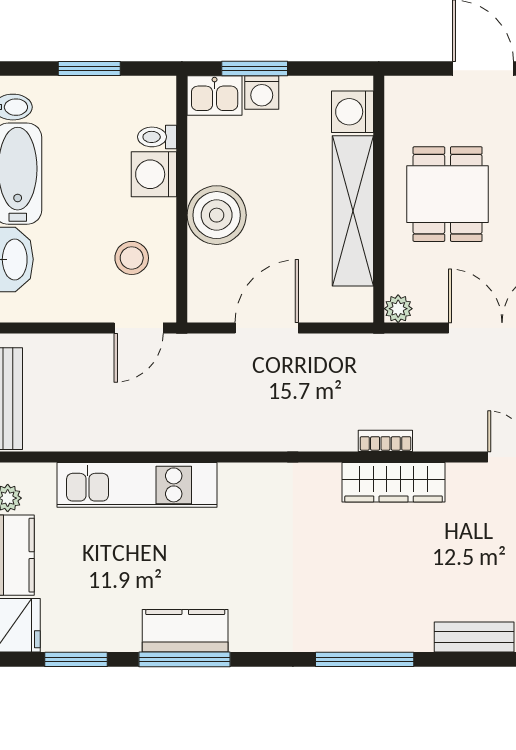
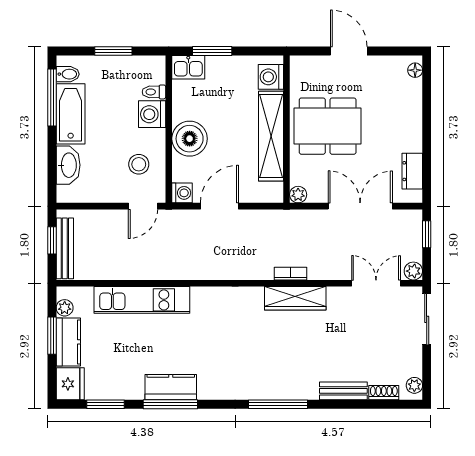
washing machine: (262, 93) -> (182, 193), moved, turned -90
dining table: (448, 194) -> (328, 126), width x1.37

